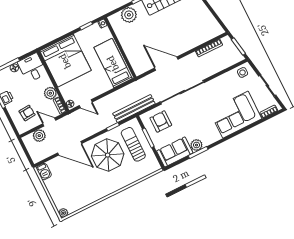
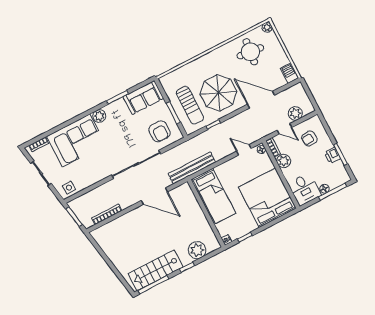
bench: (134, 109) -> (192, 168), moved
plant: (196, 145) -> (99, 116), moved
round table: (79, 191) -> (250, 52), added

